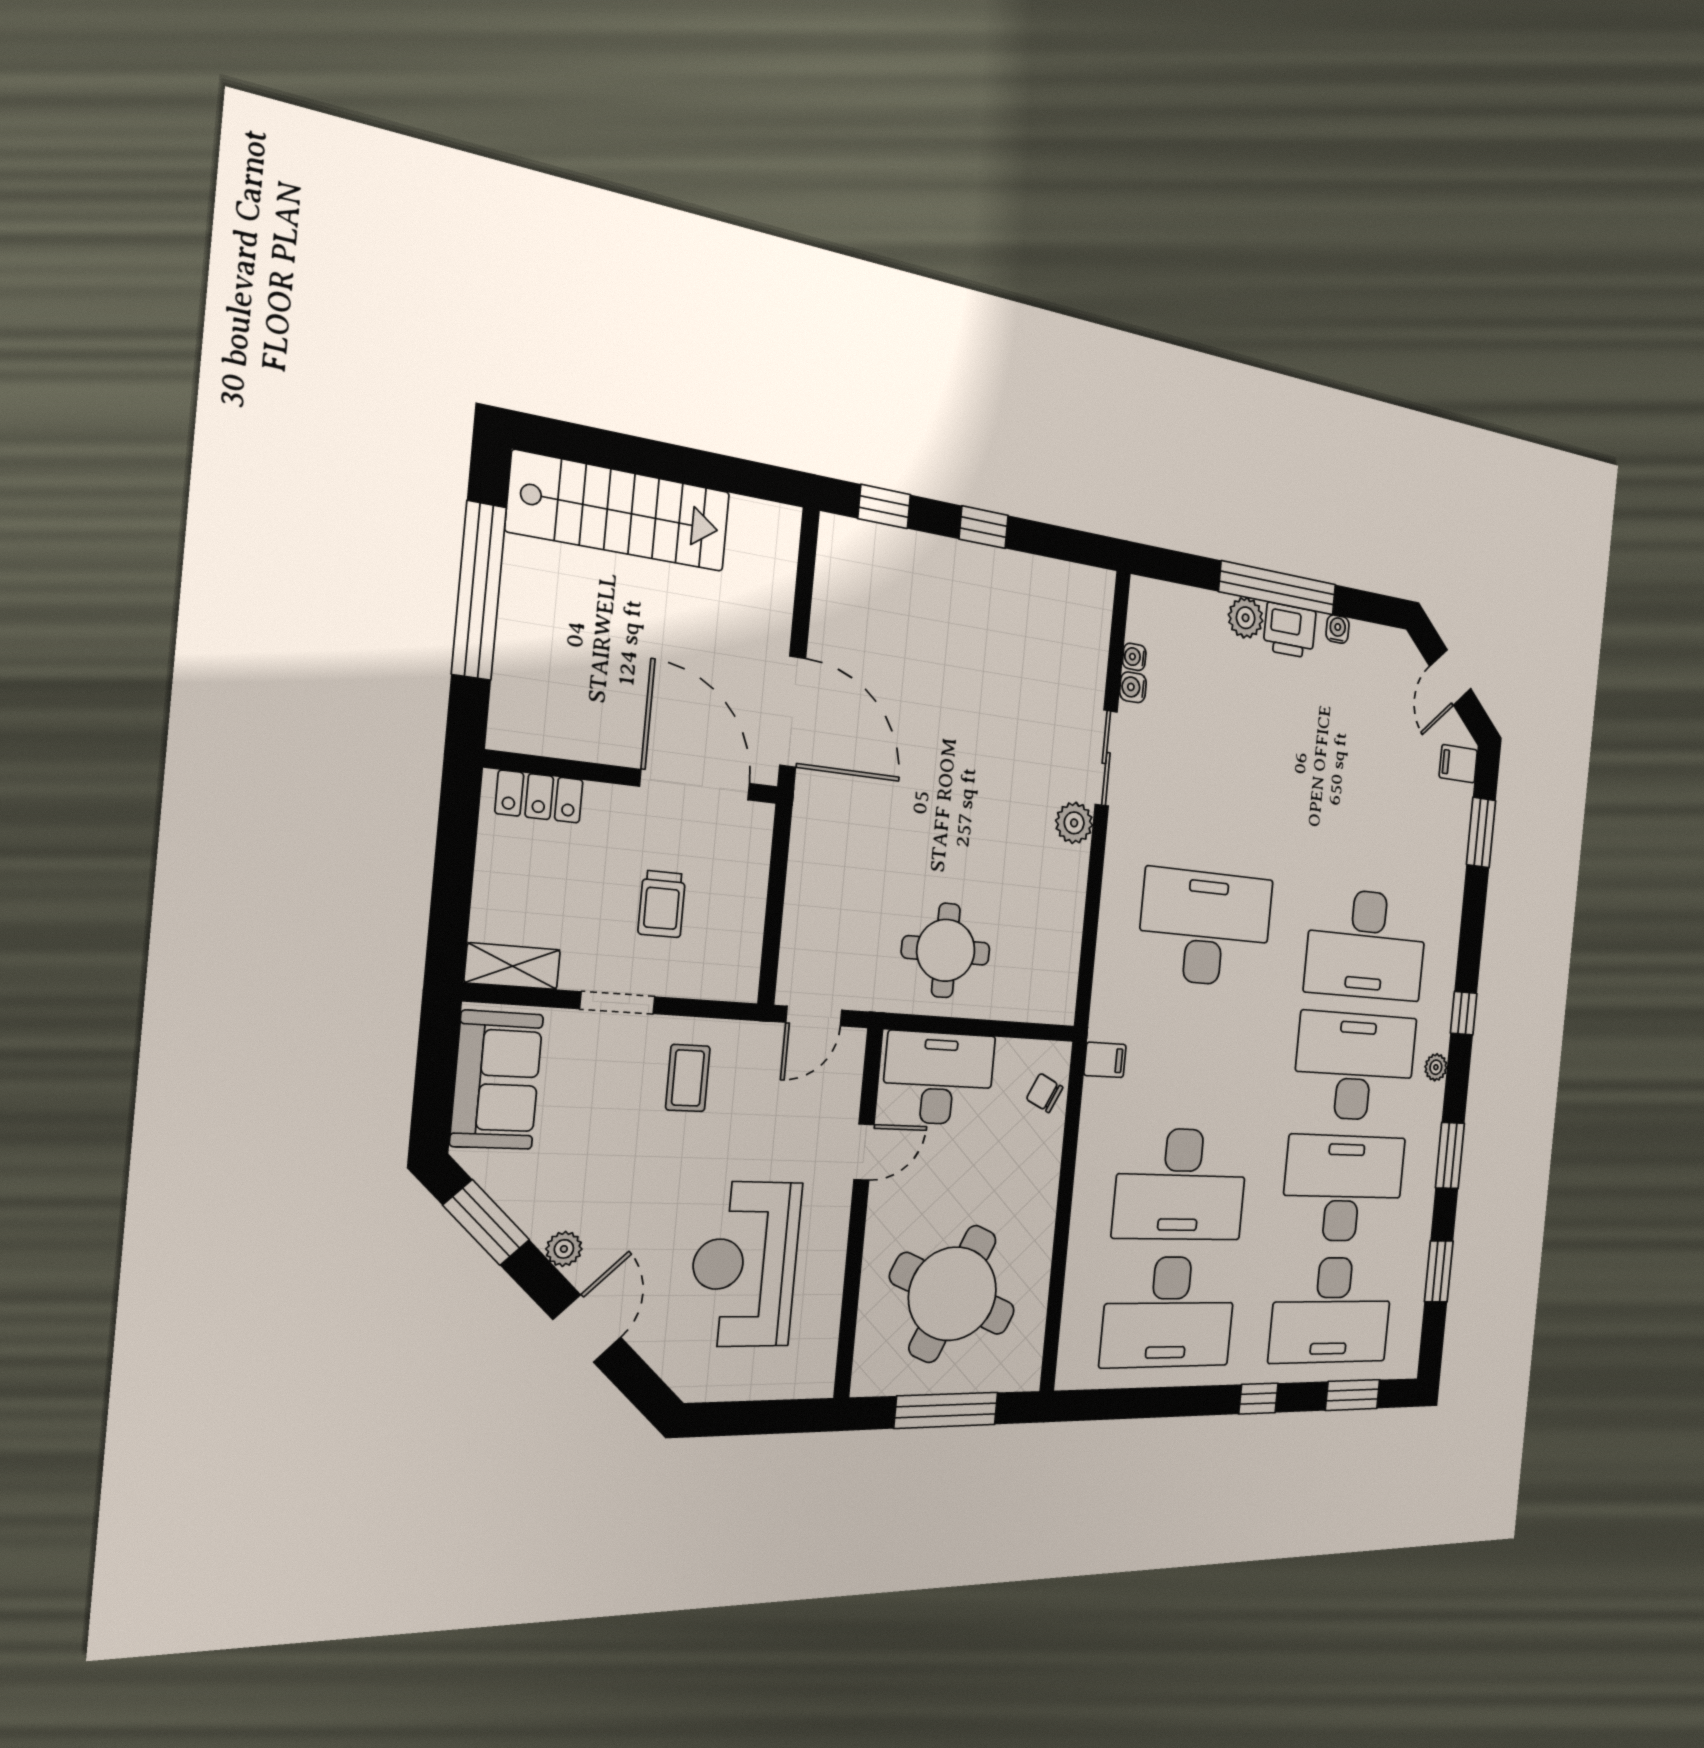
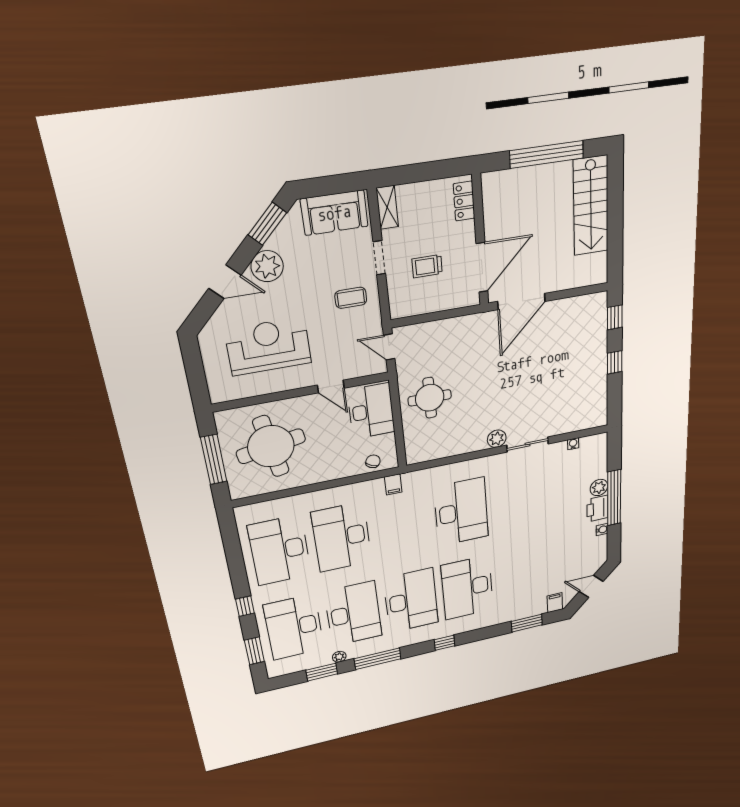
water cooler: (1133, 687) -> (560, 447), removed
plant: (1436, 1067) -> (339, 657), moved
window: (1450, 1155) -> (378, 659), width x1.44
plant: (564, 1249) -> (267, 266), width x1.87, depth x1.87
round table: (953, 1294) -> (271, 446), turned -34

